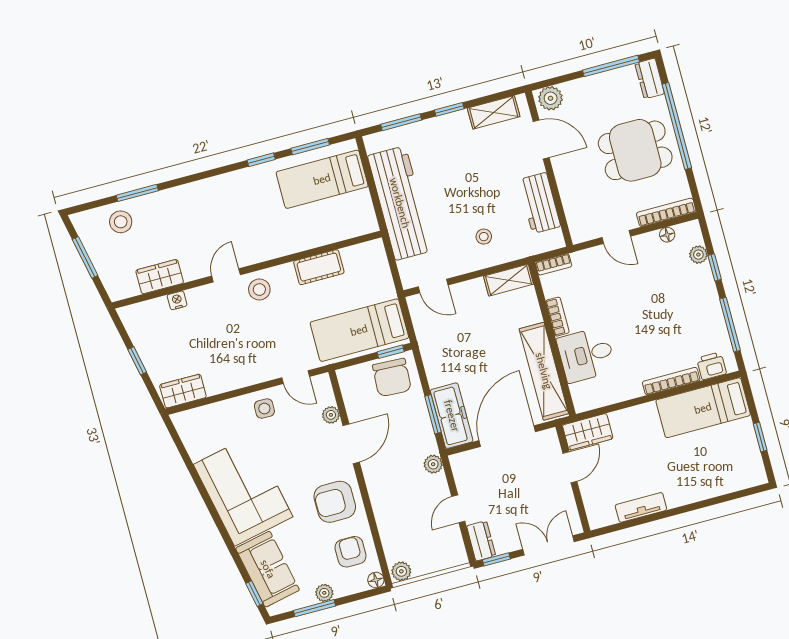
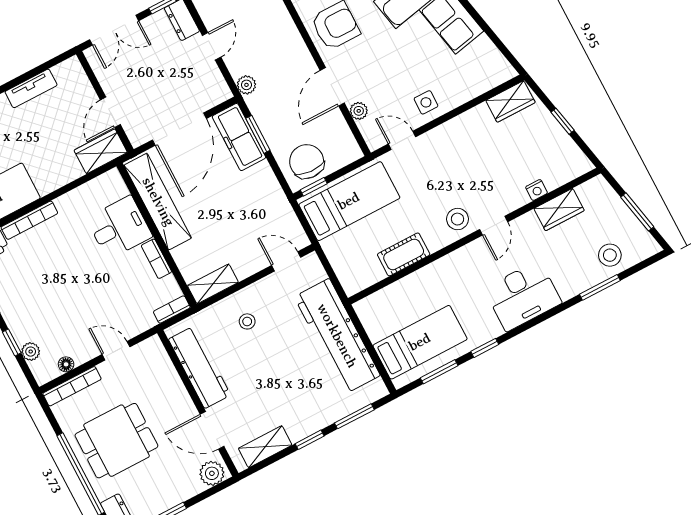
desk: (213, 202) -> (523, 296), added
workbench: (539, 203) -> (199, 367), width x1.37

